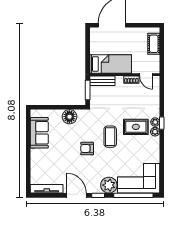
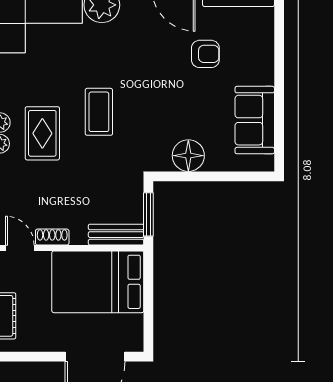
bed: (111, 64) -> (98, 282), width x1.50
rug: (136, 127) -> (42, 133), turned 90
armchair: (87, 149) -> (205, 54), moved

